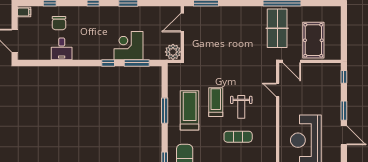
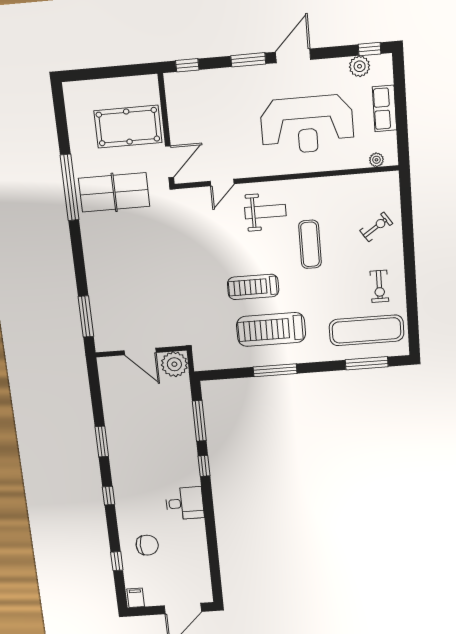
door: (182, 22) -> (140, 352), moved
corner desk: (129, 46) -> (172, 436), removed
desk: (62, 49) -> (185, 503), moved
weight bench: (241, 107) -> (265, 212), moved

